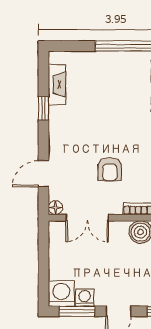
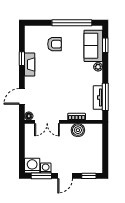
fireplace: (57, 85) -> (30, 64), moved
armchair: (110, 169) -> (55, 44), moved, turned -90

